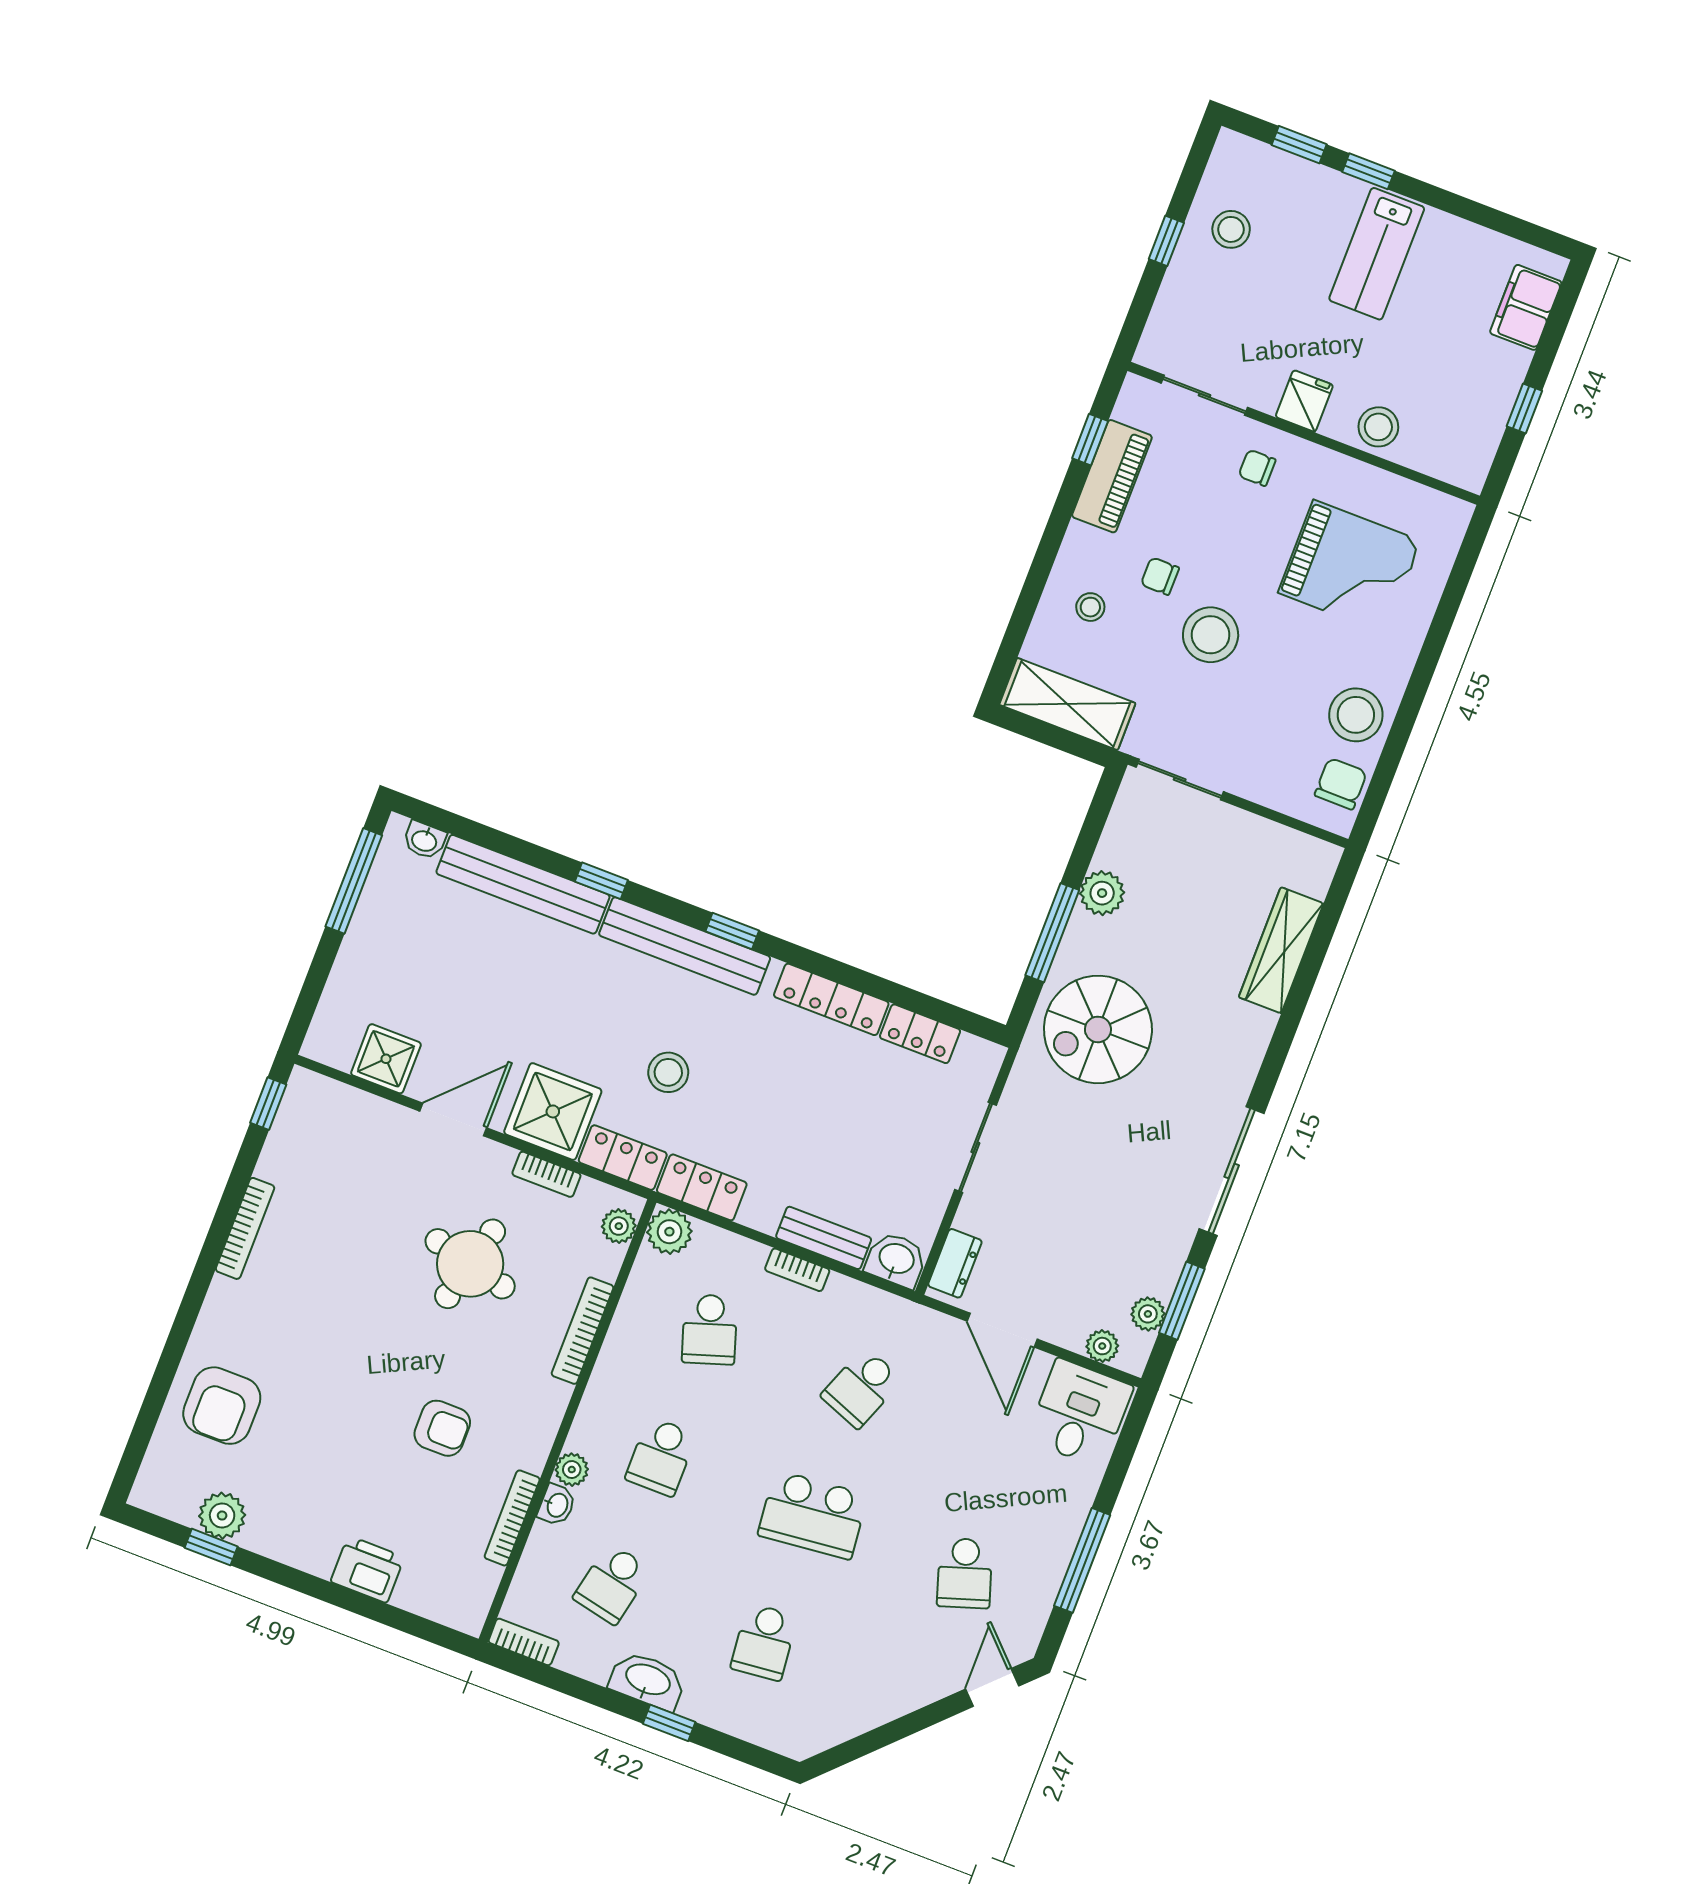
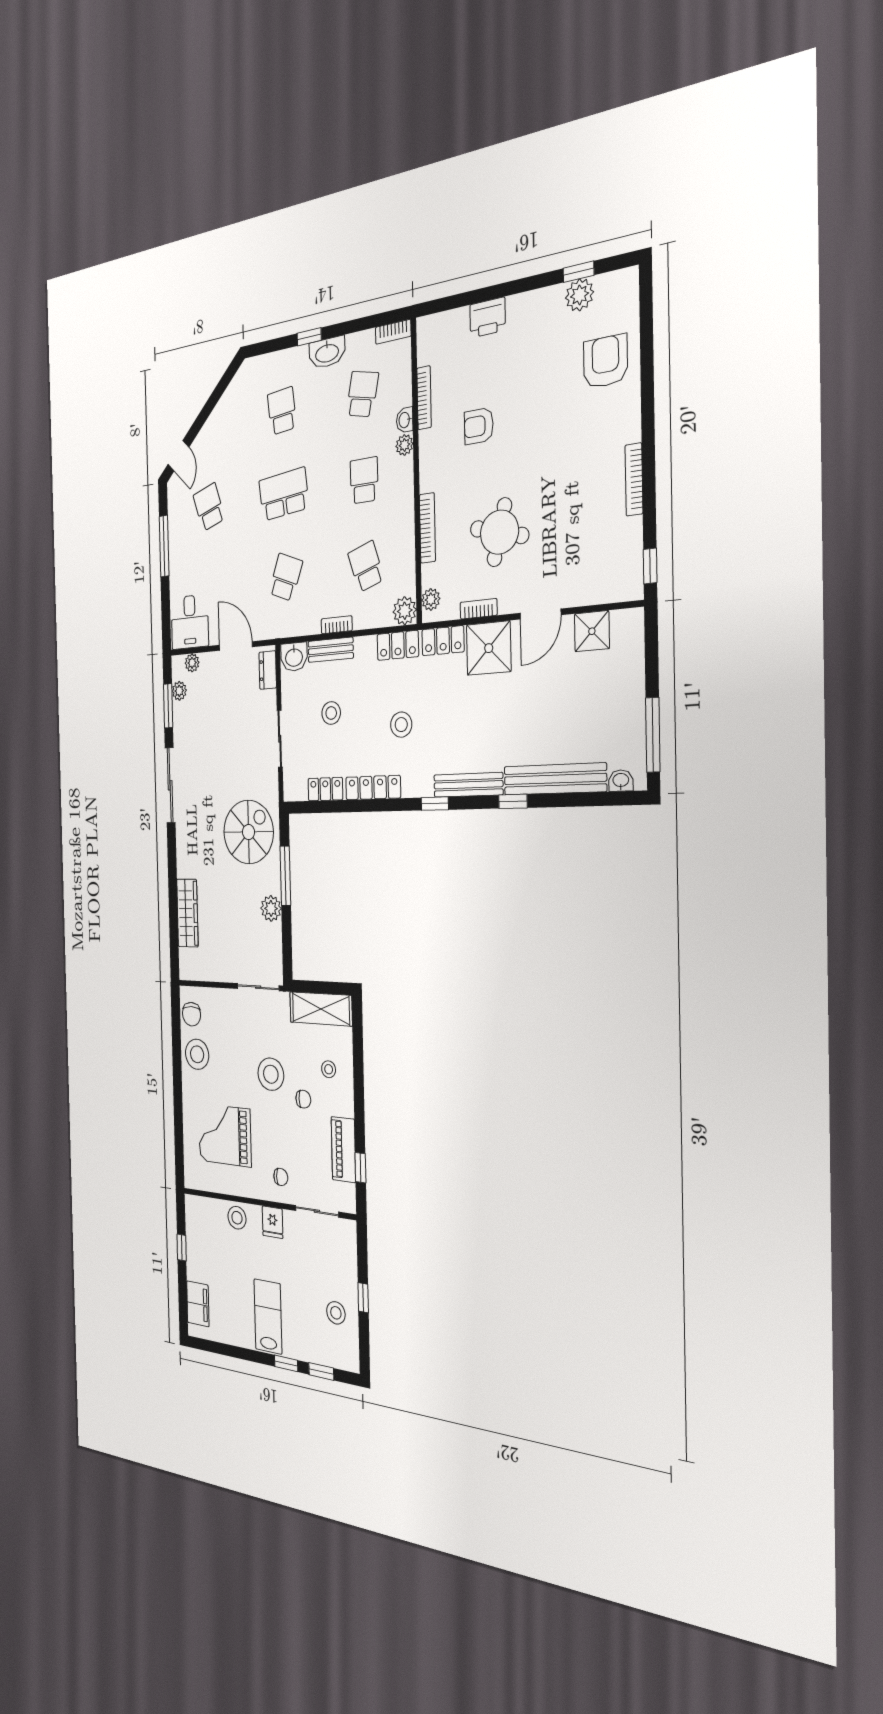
bench: (685, 946) -> (468, 785), width x0.73, depth x0.82
stool: (668, 1072) -> (401, 725), moved
stool: (862, 1143) -> (331, 713), added

